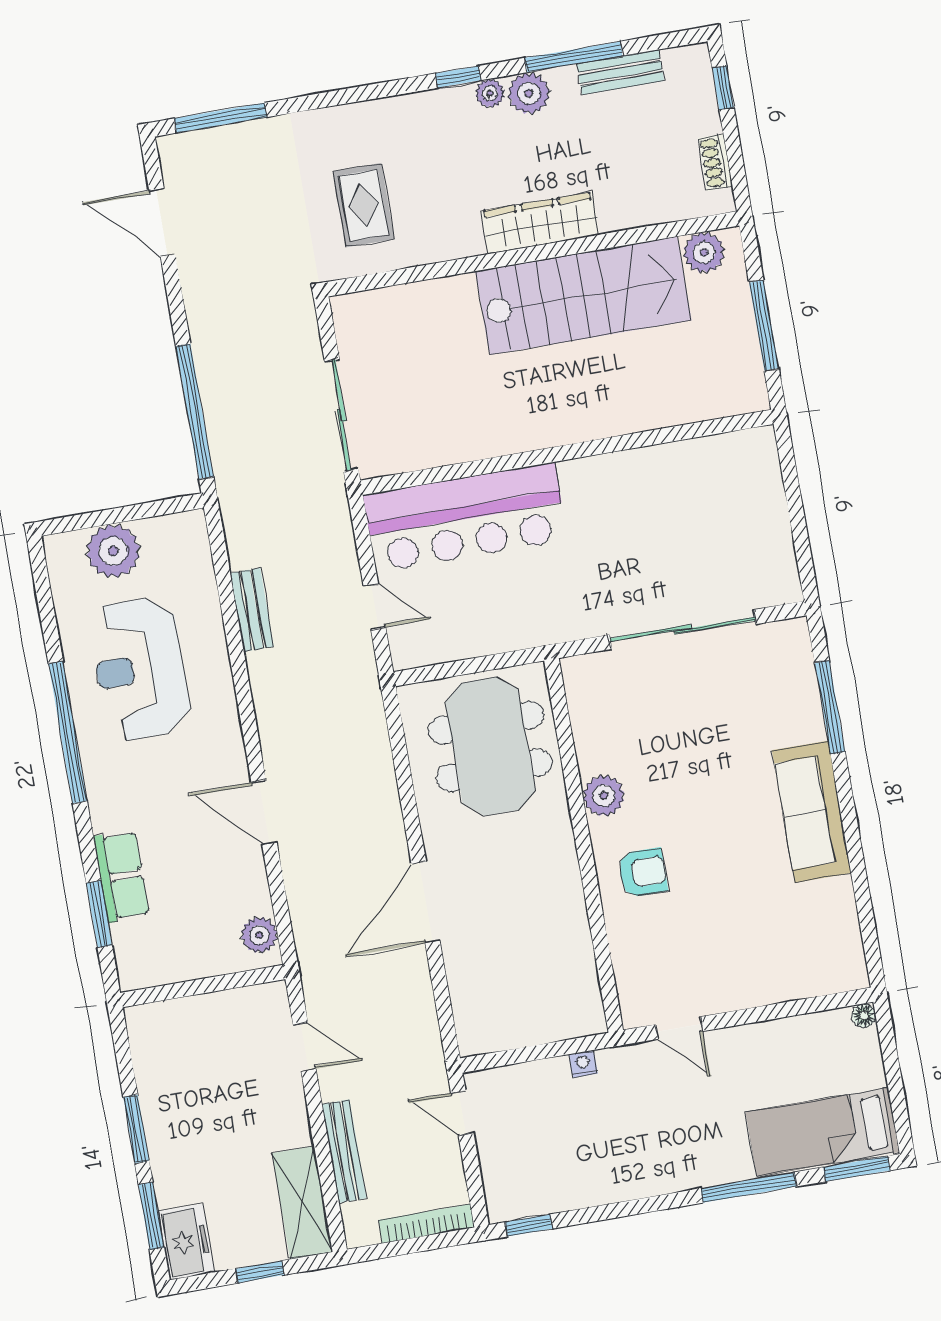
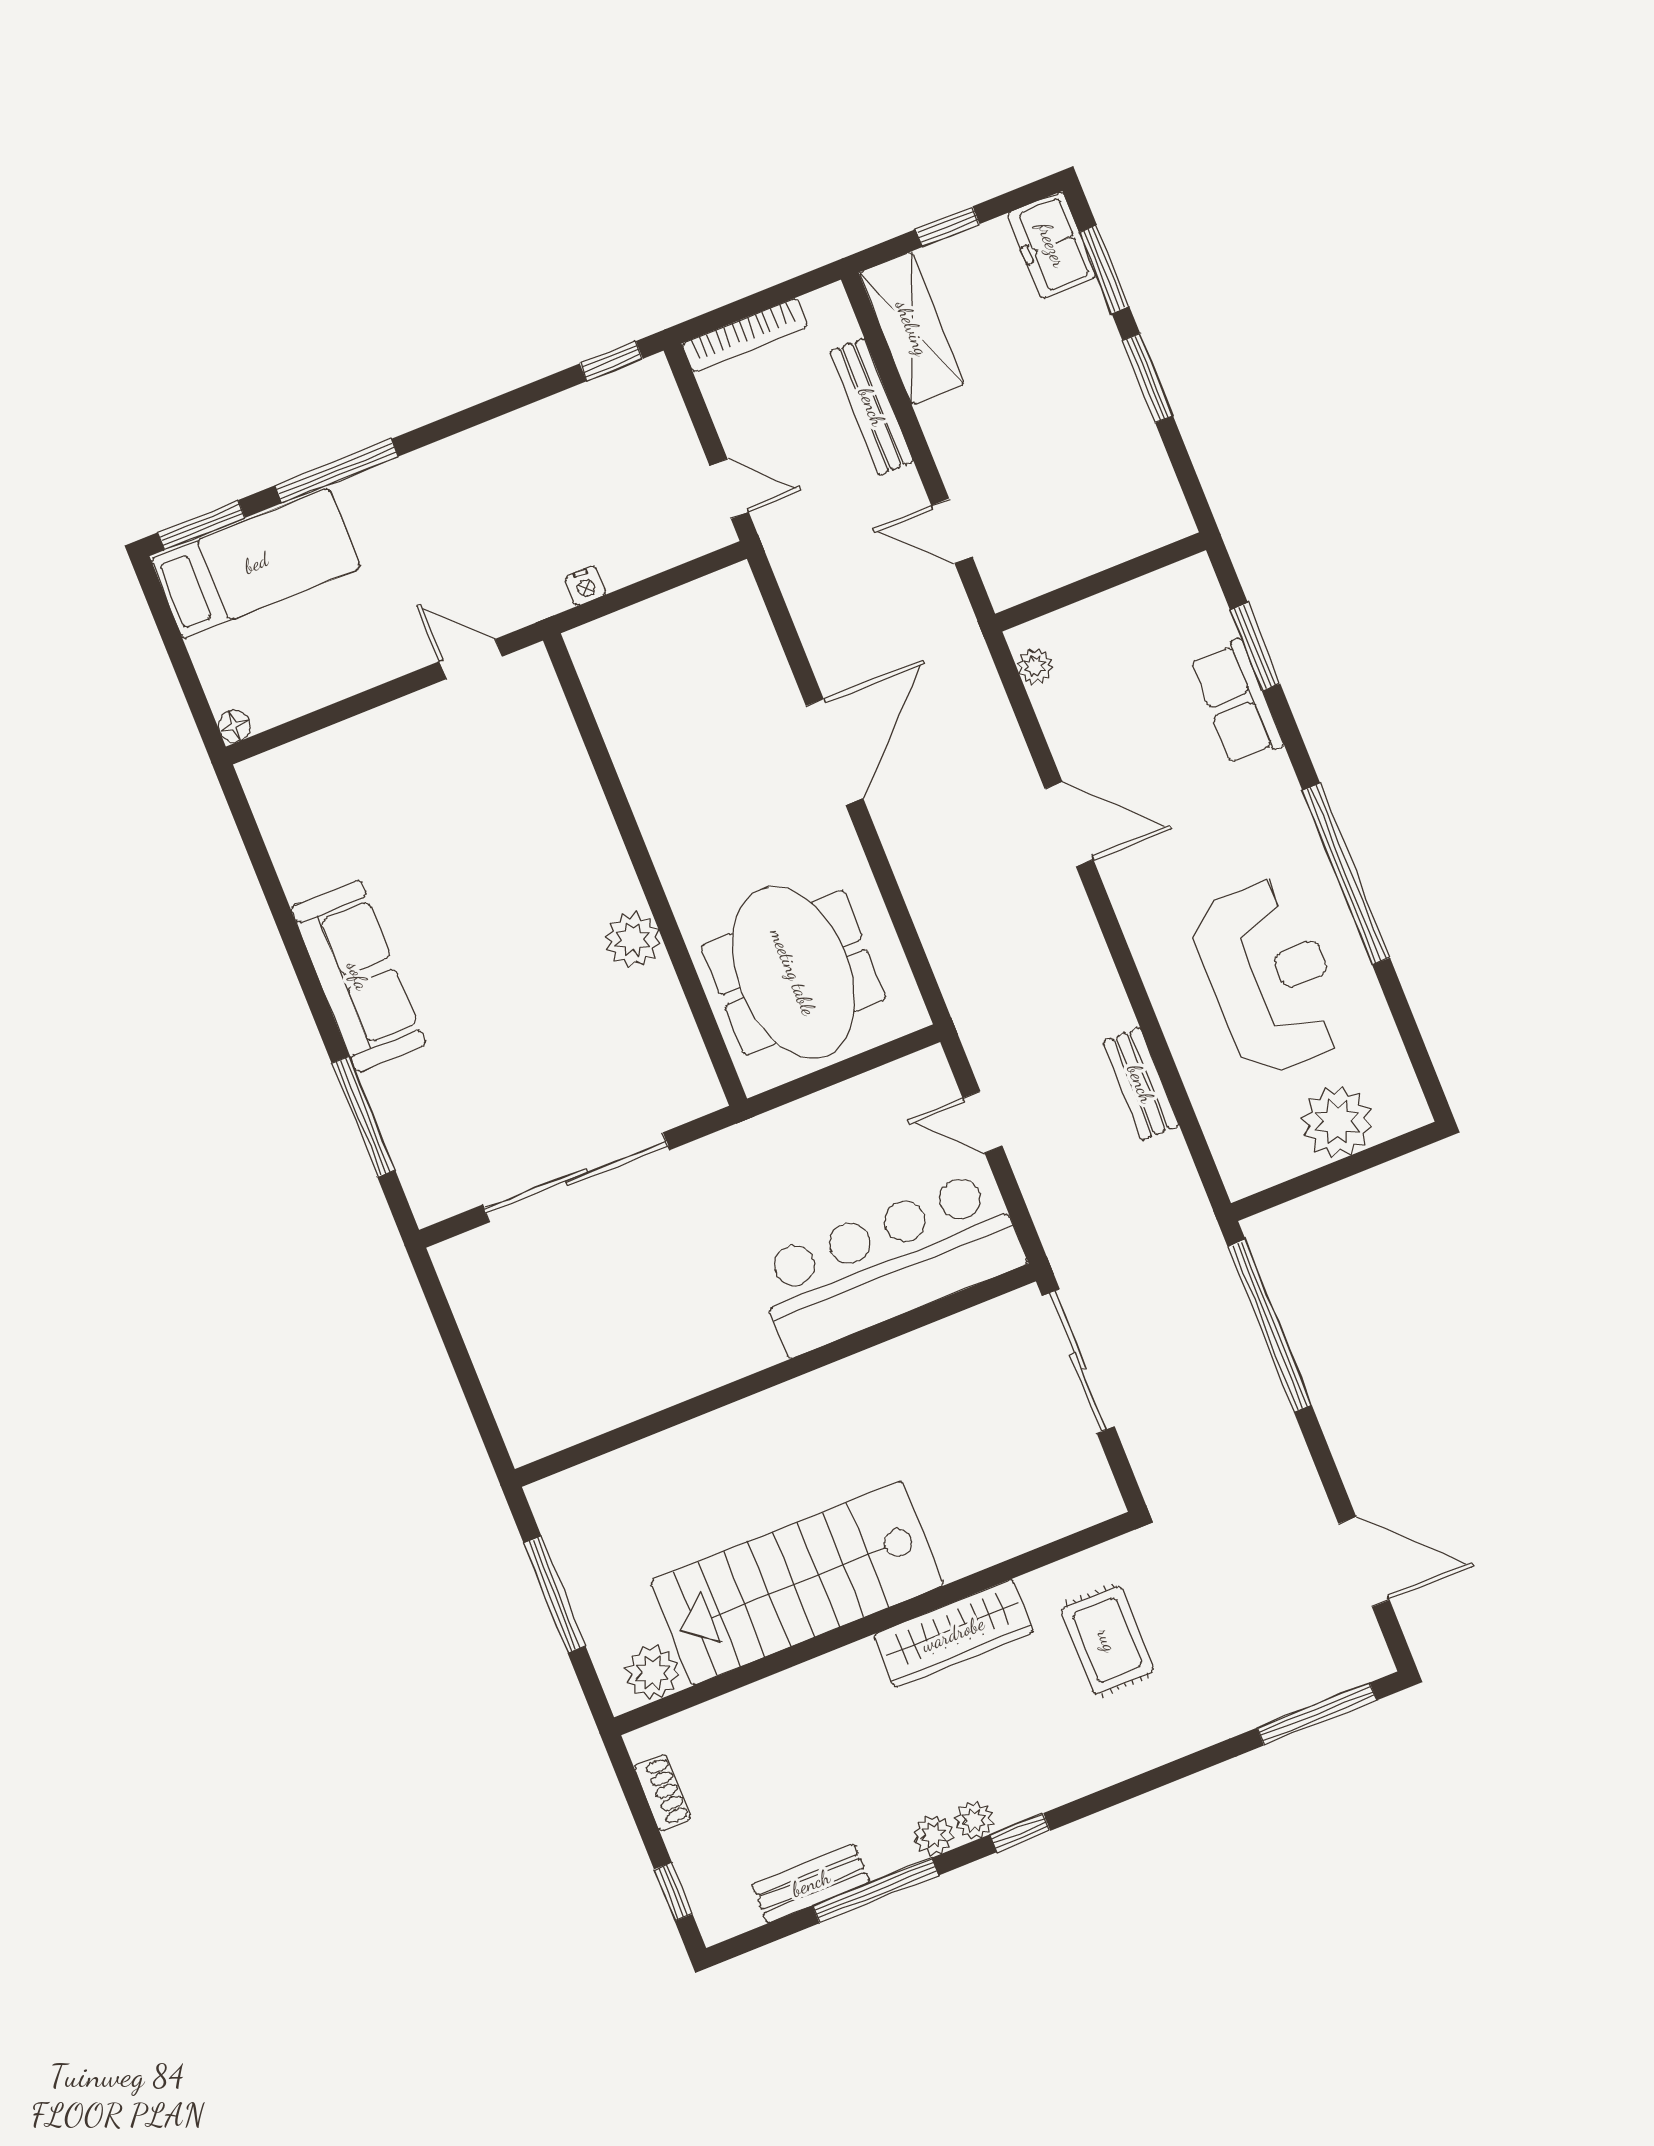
plant: (529, 93) -> (934, 1835), width x0.73, depth x0.73
wardrobe: (540, 223) -> (953, 1634), moved
armchair: (643, 873) -> (561, 851), removed
plant: (259, 935) -> (1035, 666), width x0.73, depth x0.73

